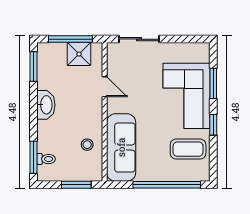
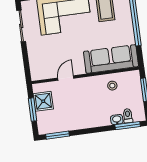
window: (70, 39) -> (33, 110), width x0.69
sliding door: (139, 39) -> (21, 26), moved
washbasin: (46, 105) -> (117, 120), moved, width x0.52, depth x0.69

